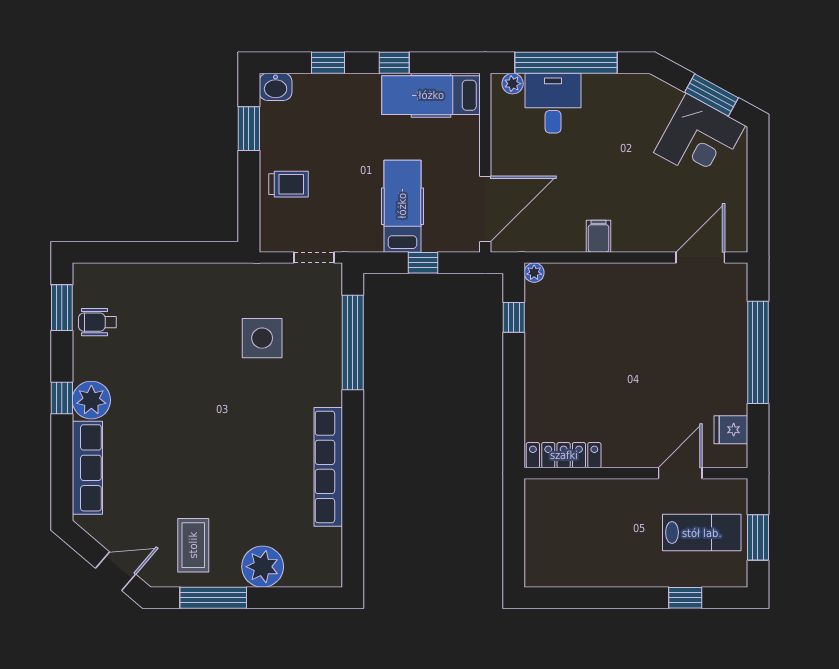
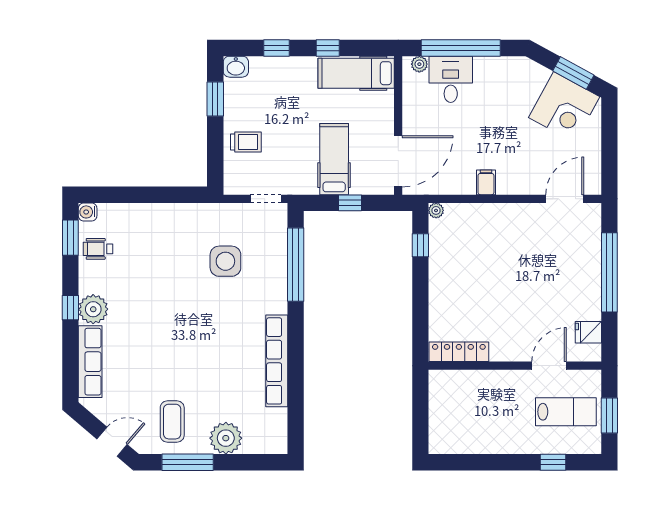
water cooler: (84, 275) -> (88, 212), added

